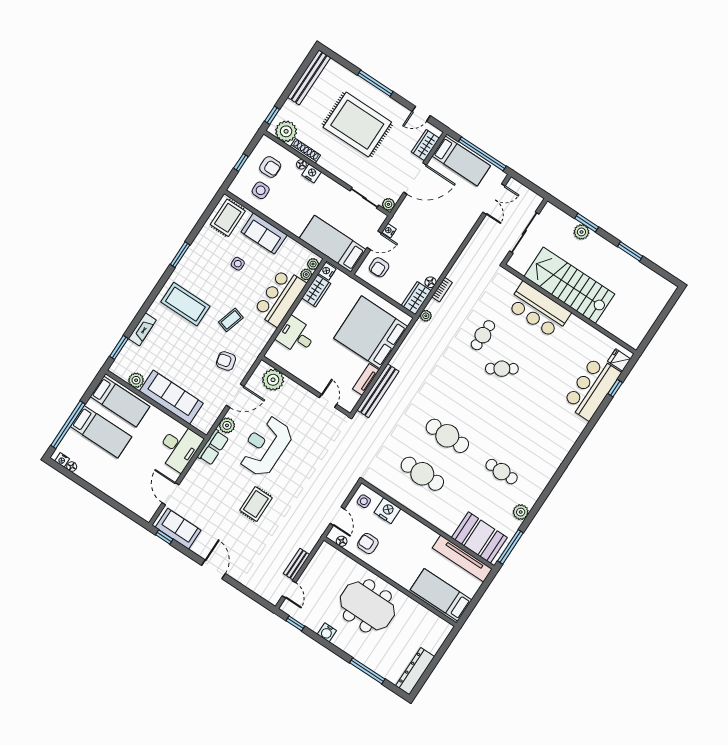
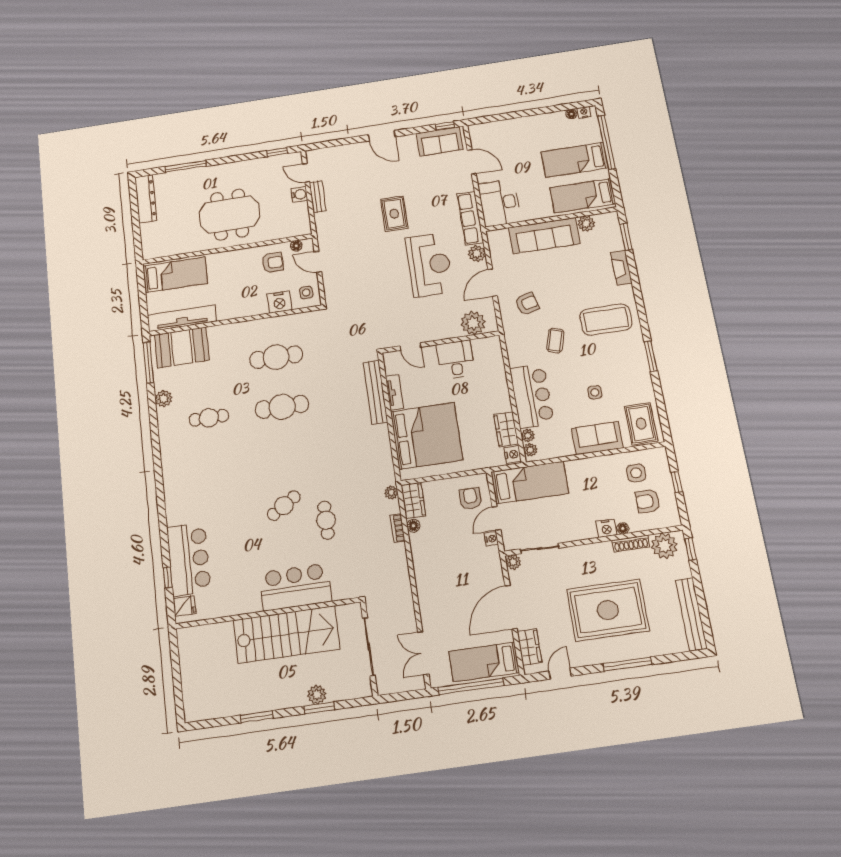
desk: (296, 336) -> (456, 360), moved, turned -90
row of seats: (213, 447) -> (470, 218), width x1.48
water cooler: (327, 632) -> (299, 194), moved, turned 90

